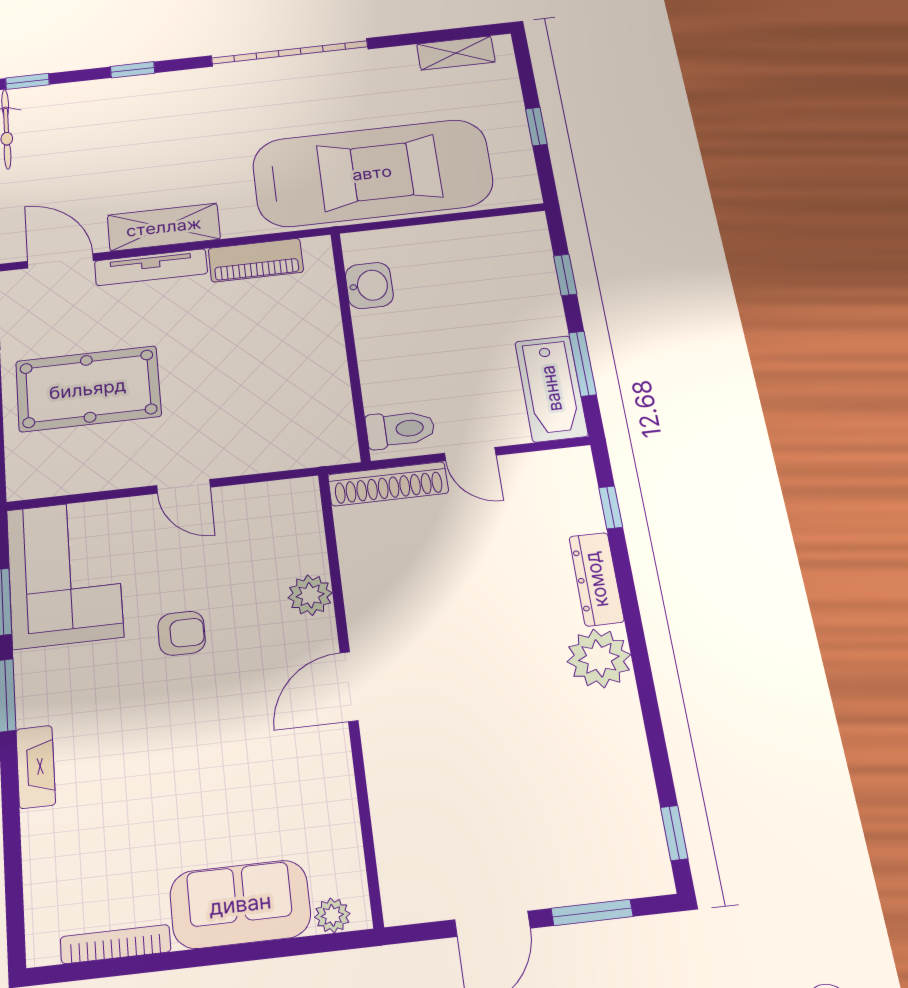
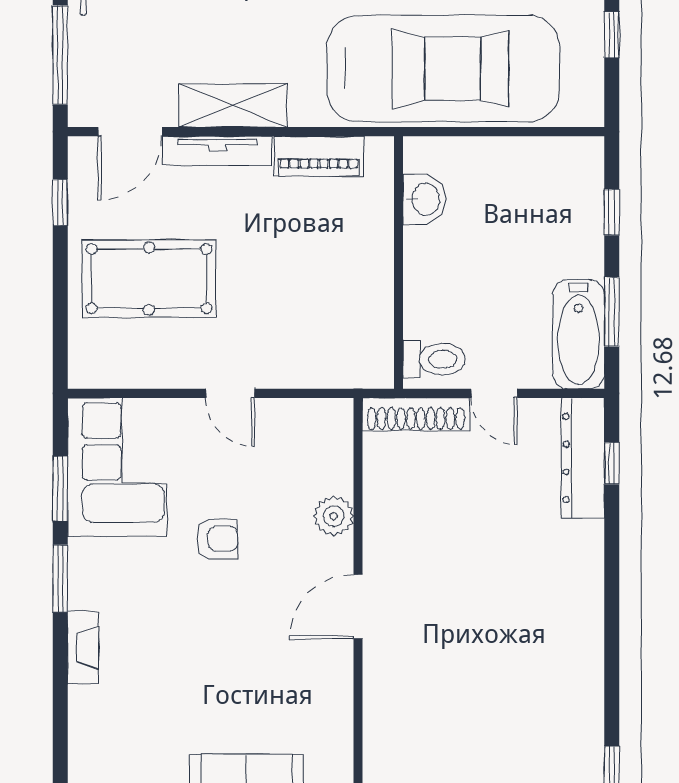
door: (60, 261) -> (130, 132), swing flipped
dresser: (596, 579) -> (583, 458), moved, width x1.37, depth x1.24
plant: (599, 658) -> (576, 607), removed

